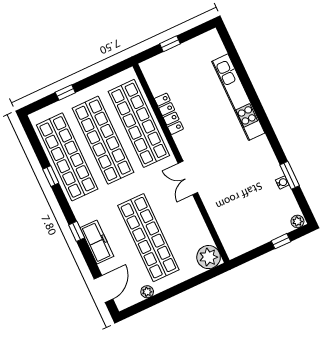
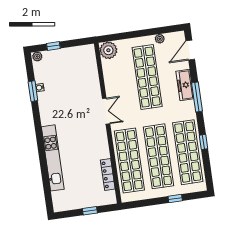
locker: (169, 114) -> (108, 175), moved
window: (77, 231) -> (197, 97), width x2.17

